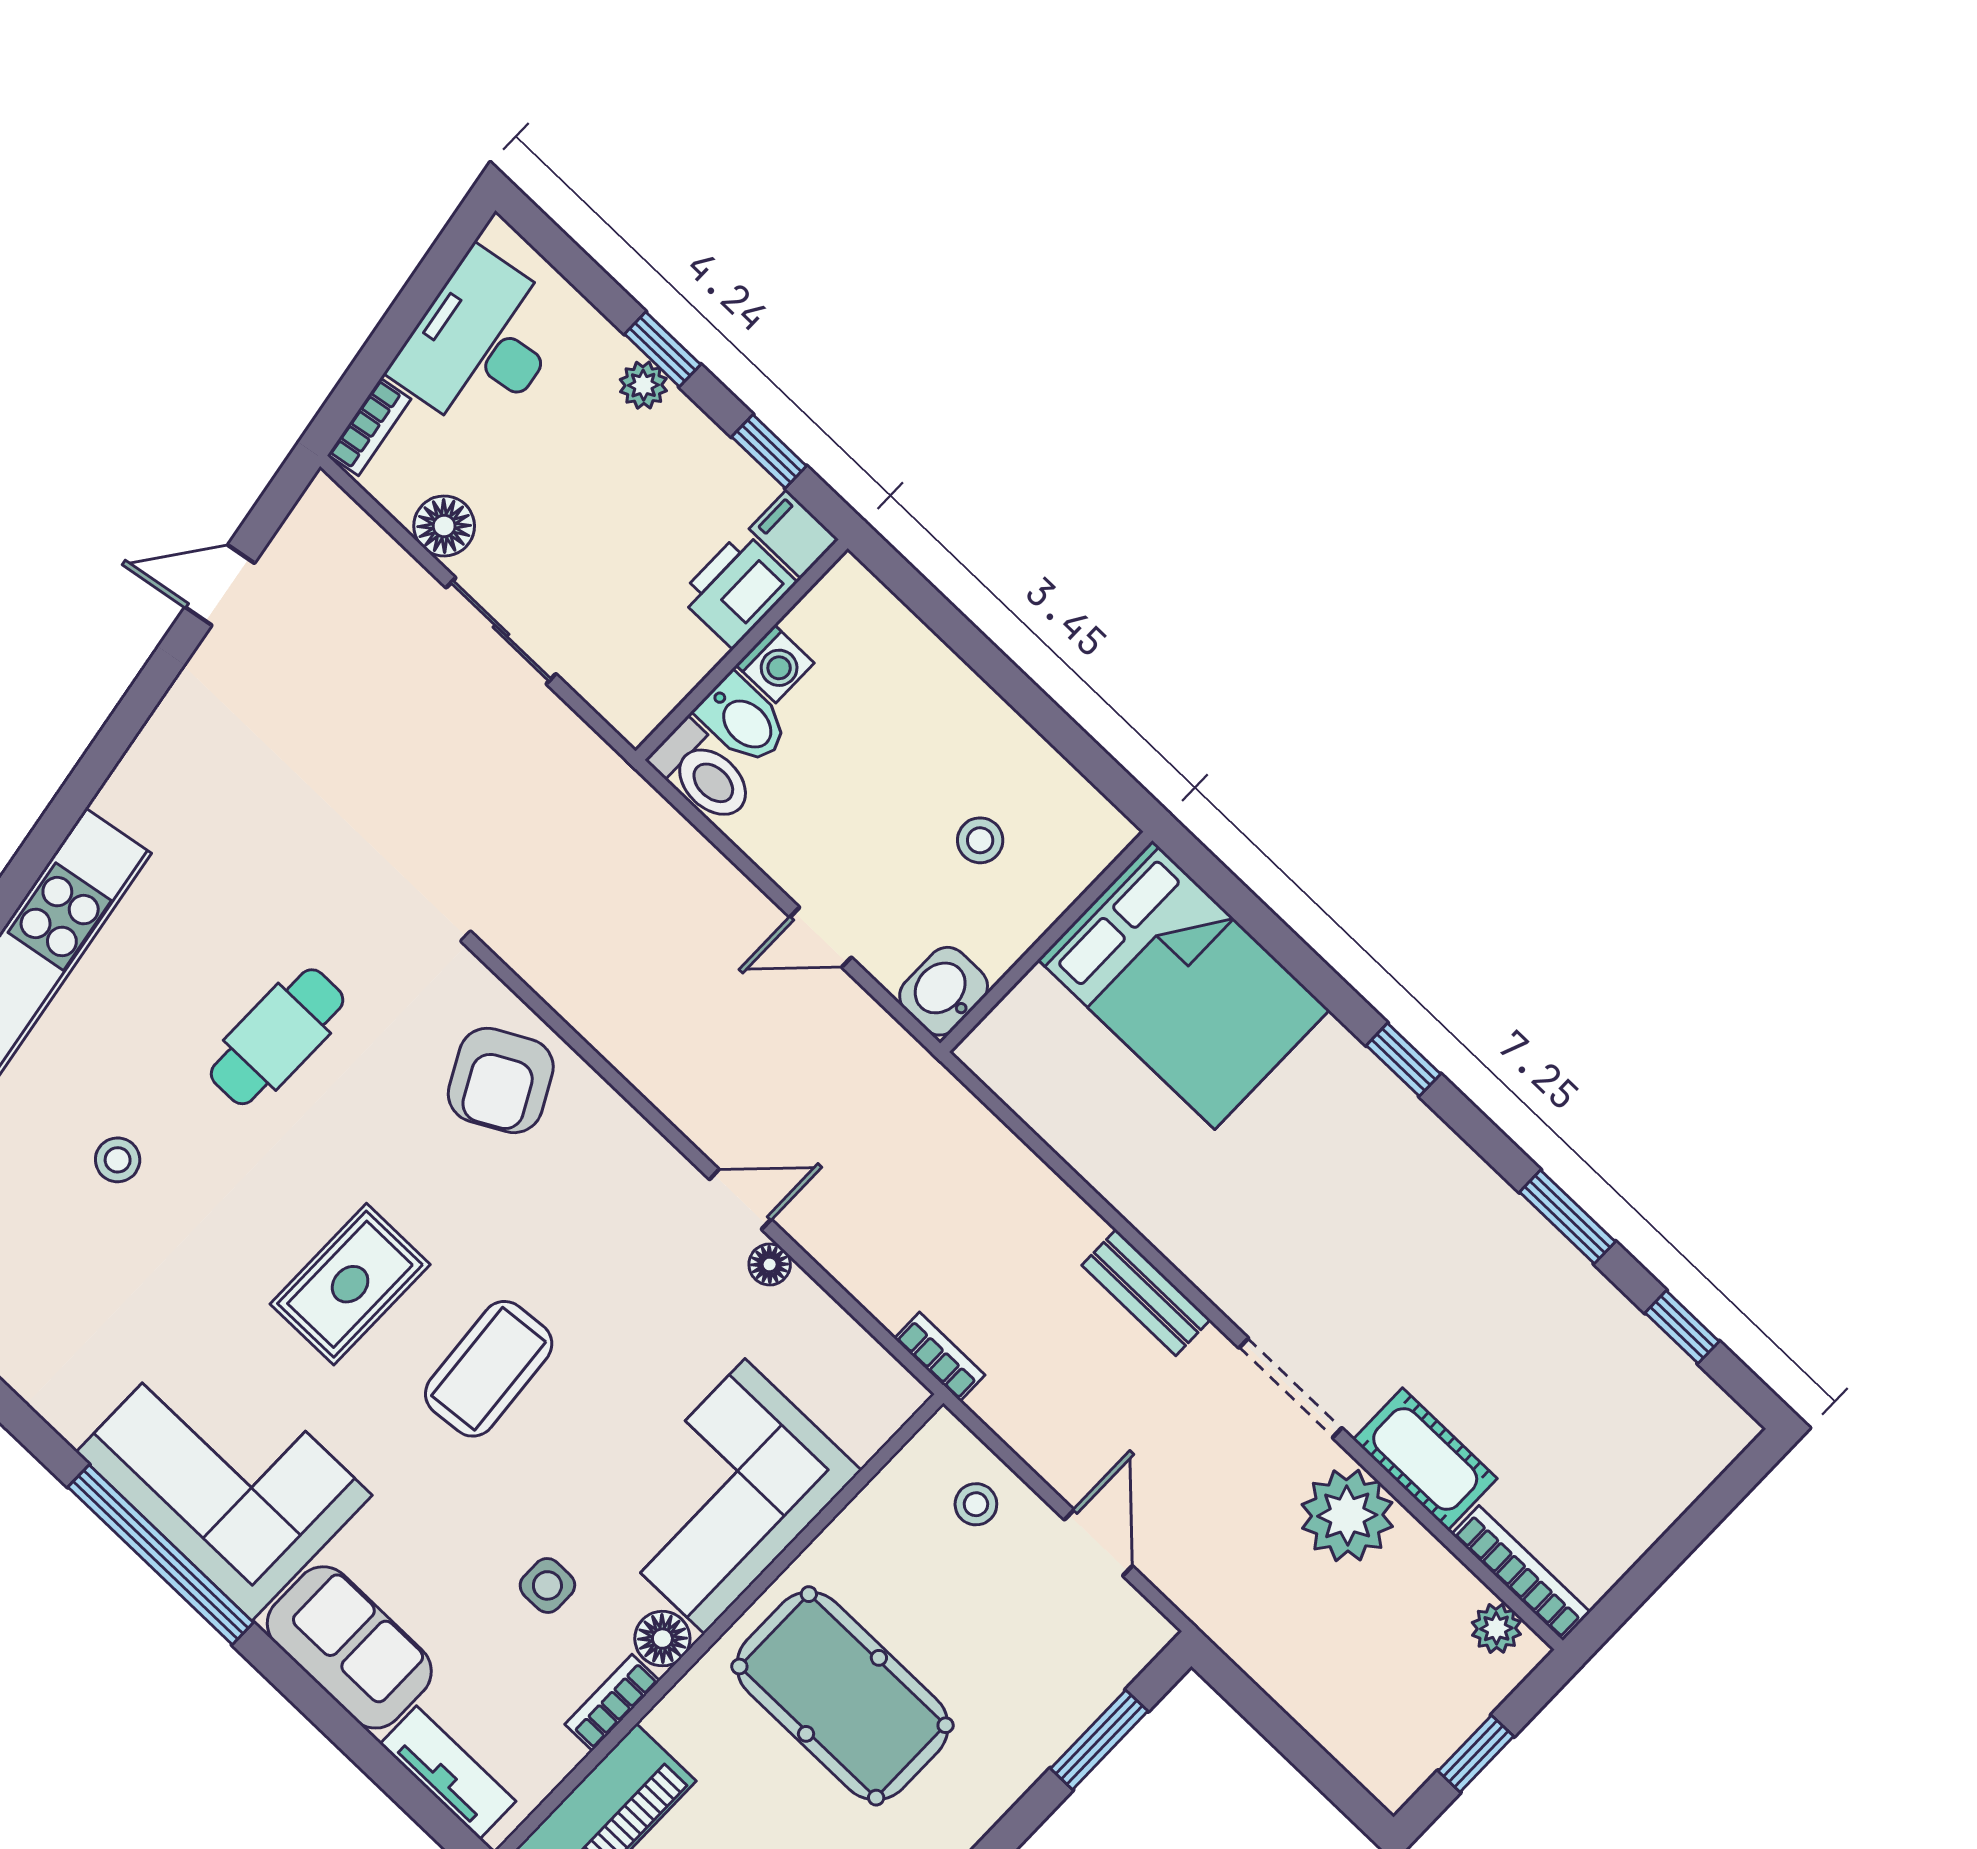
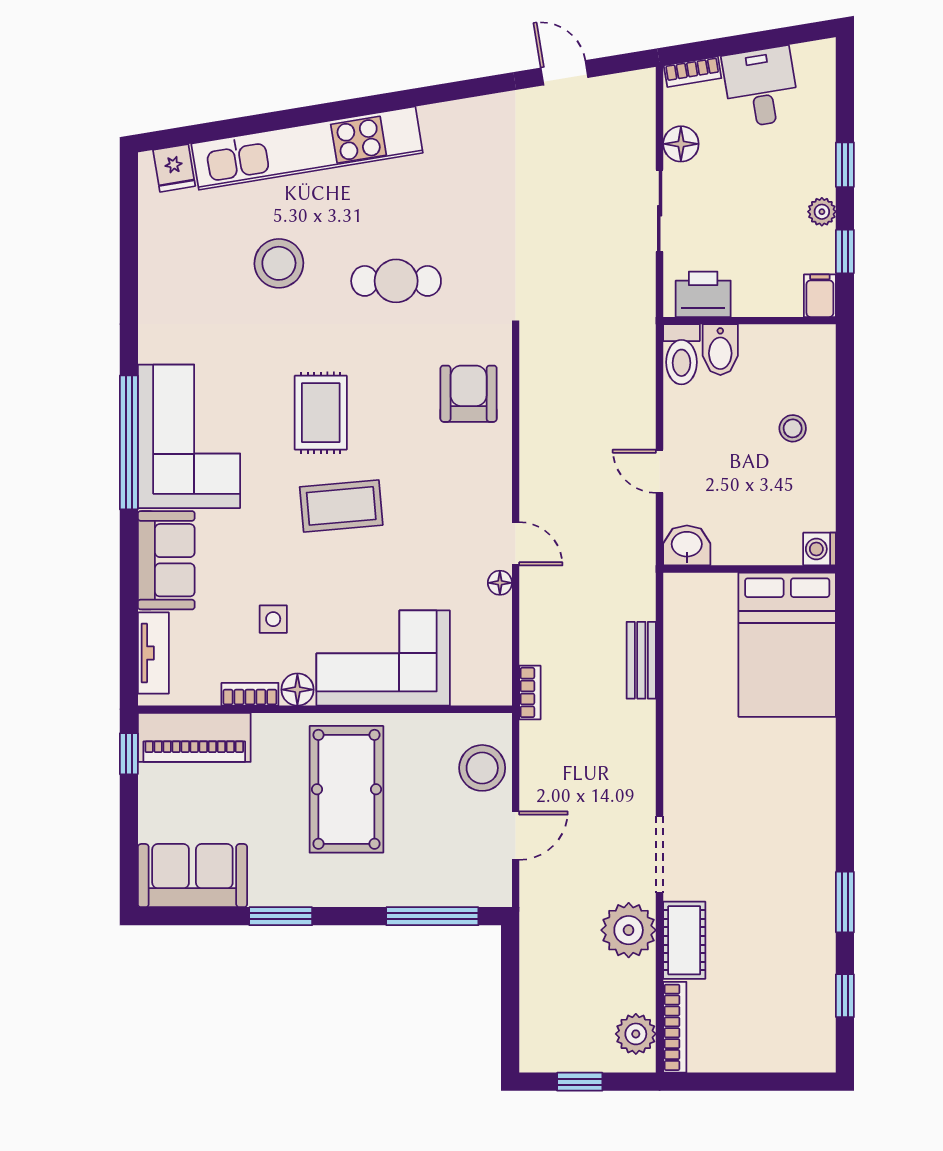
desk: (481, 343) -> (761, 87), width x0.73
plant: (643, 385) -> (822, 212), moved
printer: (738, 589) -> (703, 294), moved
washing machine: (775, 664) -> (820, 549), moved, turned 90
stool: (980, 840) -> (793, 428), moved
window: (1403, 1060) -> (845, 768), removed
armchair: (501, 1080) -> (469, 394), turned 118
stool: (118, 1160) -> (279, 263), width x1.89, depth x1.89
rug: (350, 1284) -> (321, 413), turned 90
bench: (1146, 1292) -> (641, 660), moved
stool: (976, 1504) -> (482, 768), width x1.89, depth x1.89
plant: (1496, 1628) -> (636, 1034), width x1.38, depth x1.38
window: (1099, 1740) -> (432, 916), width x1.44

